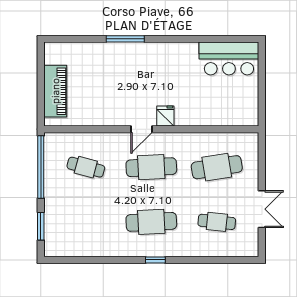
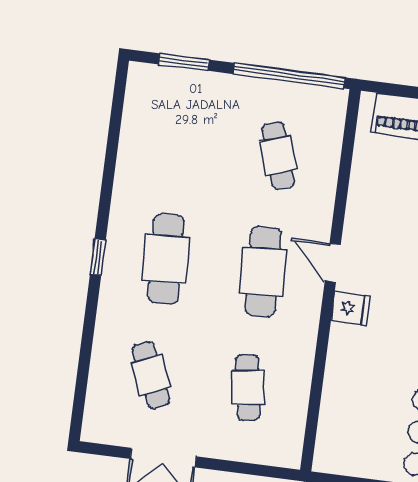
cafe table: (86, 167) -> (278, 155), turned -33
cafe table: (217, 167) -> (248, 388), width x0.73, depth x0.74
cafe table: (217, 222) -> (151, 375), turned -30

